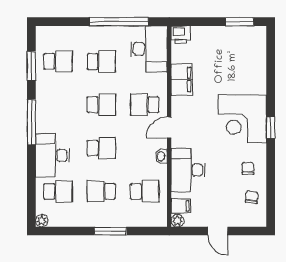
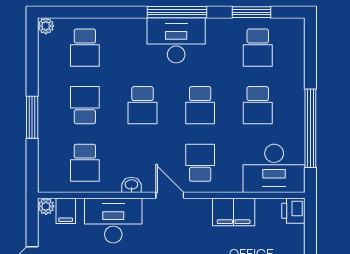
desk: (53, 155) -> (176, 40), moved

